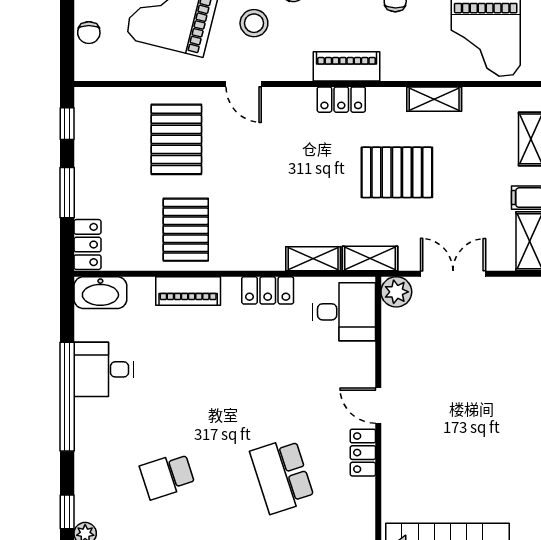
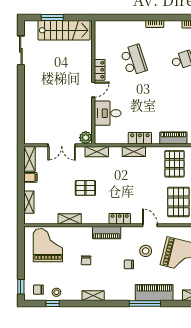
locker: (341, 100) -> (120, 219), moved
pallet: (397, 172) -> (85, 188), width x0.67, depth x0.71
shelving: (313, 259) -> (134, 152), moved
desk: (344, 312) -> (108, 113), moved
door: (378, 406) -> (93, 90), hinge flipped

